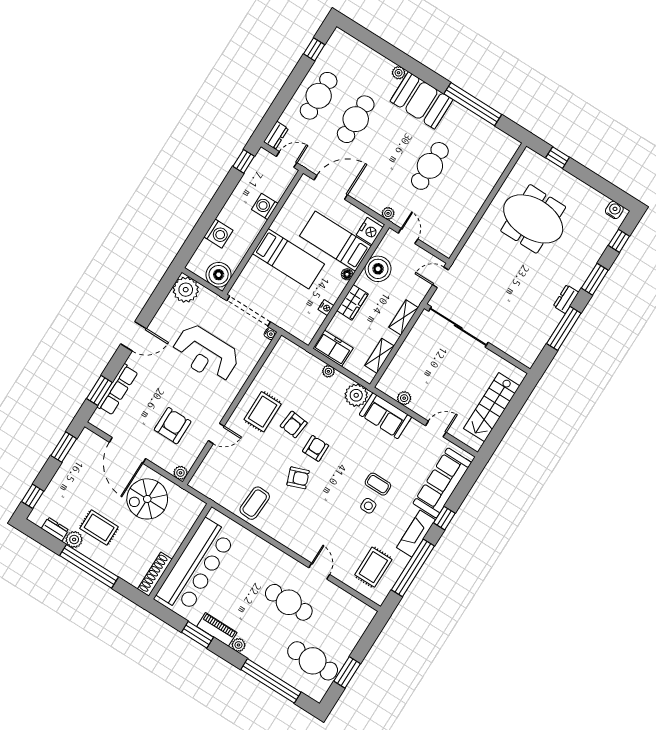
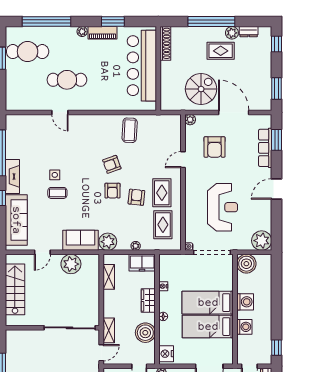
washing machine: (218, 234) -> (245, 302), moved, turned 180
bed: (335, 241) -> (208, 327), moved, turned 180
shelving: (404, 317) -> (109, 330), moved
reception desk: (206, 354) -> (222, 207), turned 90
plant: (404, 398) -> (71, 264), width x1.88, depth x1.88
rug: (373, 567) -> (163, 225), moved

